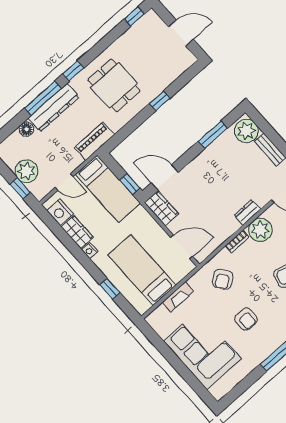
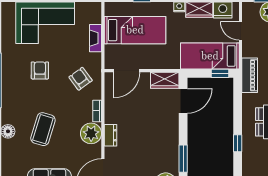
door: (64, 182) -> (241, 31), hinge flipped
window: (130, 184) -> (220, 73), moved
armchair: (246, 319) -> (40, 70), turned 90

